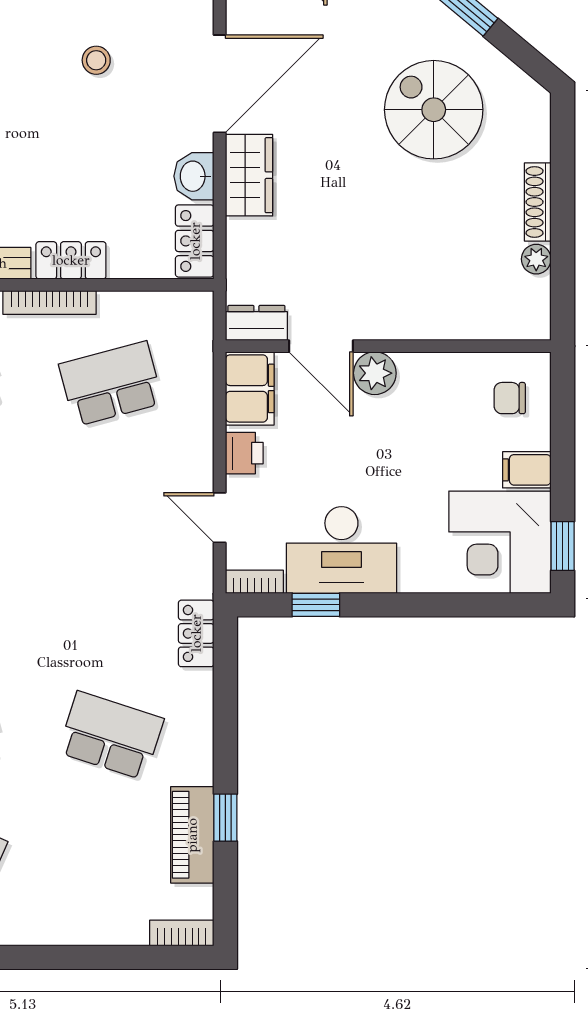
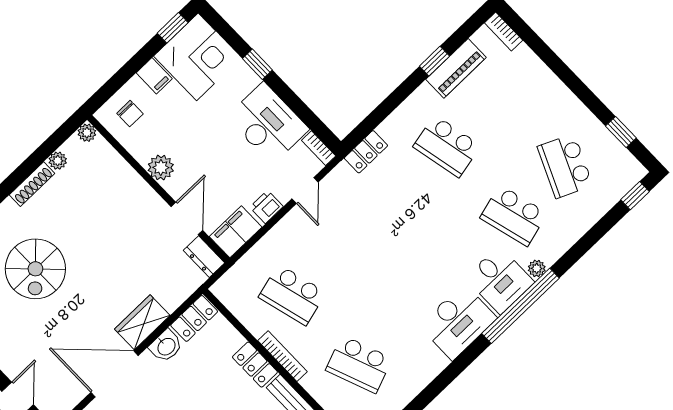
plant: (536, 325) -> (87, 133), added
plant: (375, 373) -> (161, 168), moved
window: (316, 605) -> (257, 64), moved
school desk: (111, 735) -> (447, 146), turned -30

